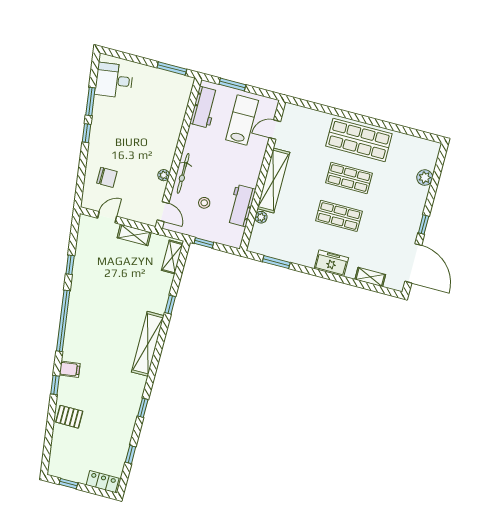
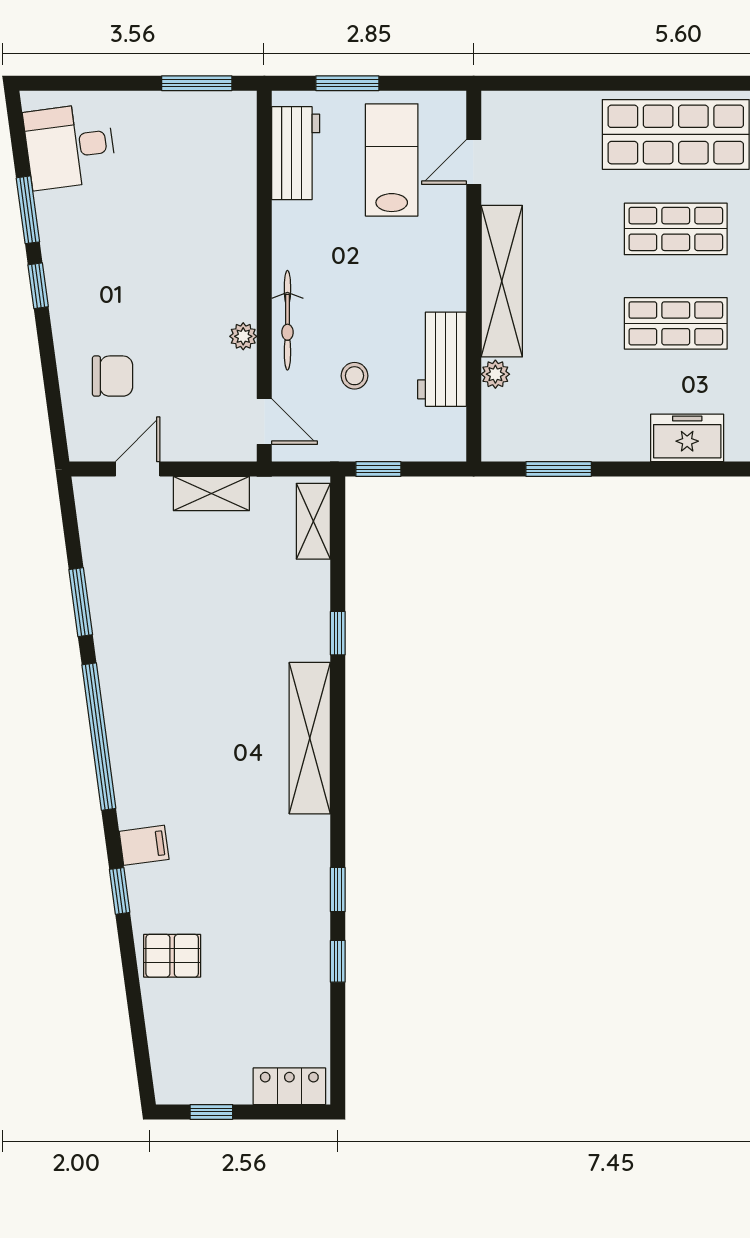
window: (70, 265) -> (81, 602), width x1.50
window: (131, 454) -> (338, 961), moved

